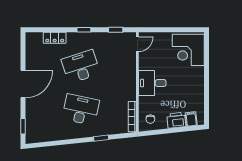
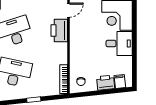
printer: (128, 66) -> (59, 31), added
desk: (152, 83) -> (119, 44), moved, turned 180

